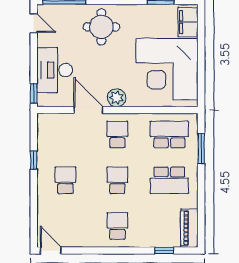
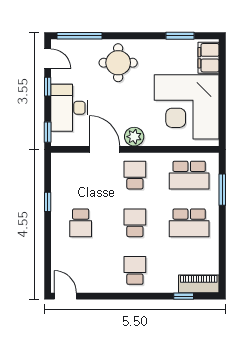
window: (34, 50) -> (48, 87), added
school desk: (169, 135) -> (189, 175), turned 180
school desk: (65, 180) -> (81, 223), turned 180
piano: (189, 228) -> (199, 284), moved, turned 90

